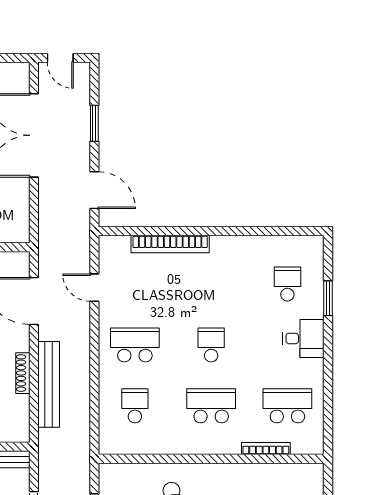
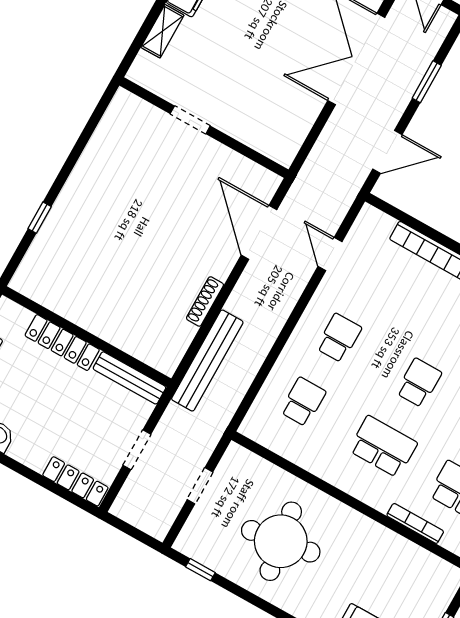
door: (94, 190) -> (387, 152), hinge flipped
school desk: (135, 345) -> (339, 338), width x0.54
bench: (49, 384) -> (207, 360), moved

